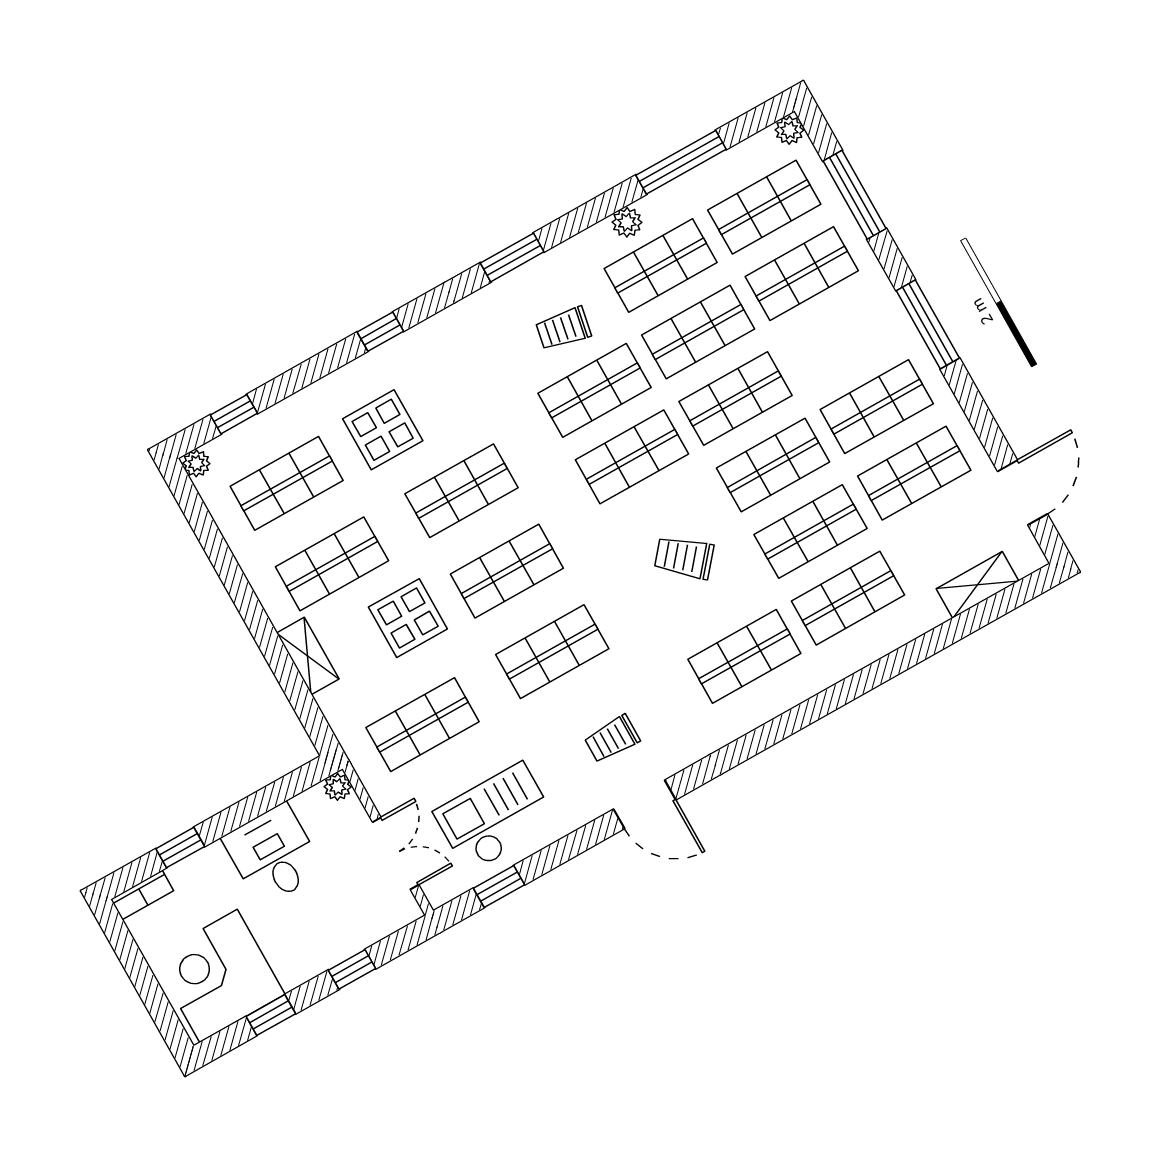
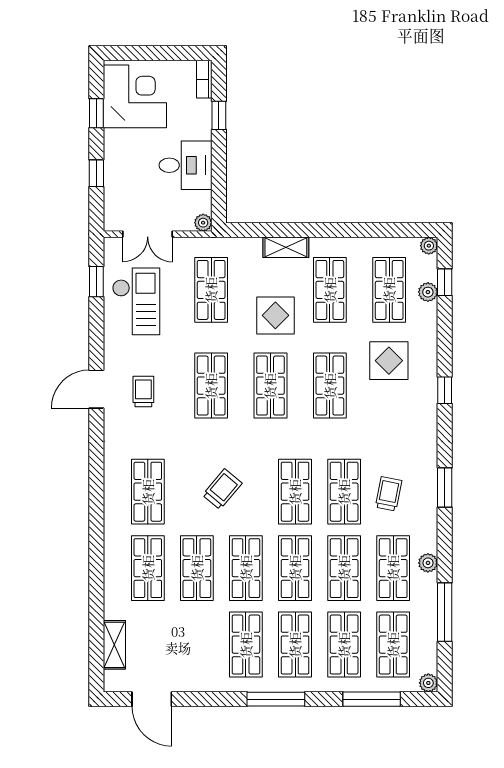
plant: (260, 429) -> (428, 292), added
shop shelf: (914, 473) -> (295, 645), moved

